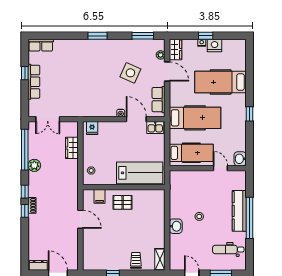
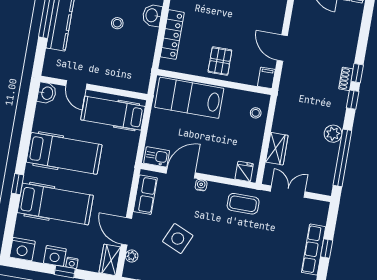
nightstand: (238, 46) -> (22, 249), added
window: (25, 73) -> (327, 249), moved
coffee table: (89, 105) -> (243, 204), added
window: (250, 114) -> (17, 184), moved
hospital bed: (195, 118) -> (64, 153), moved, turned 180
double door: (48, 119) -> (288, 192), moved
door: (136, 119) -> (181, 173), swing flipped
filing cabinet: (100, 196) -> (266, 78), moved
pallet: (123, 202) -> (220, 61), turned 90
locker: (159, 215) -> (172, 35), added

